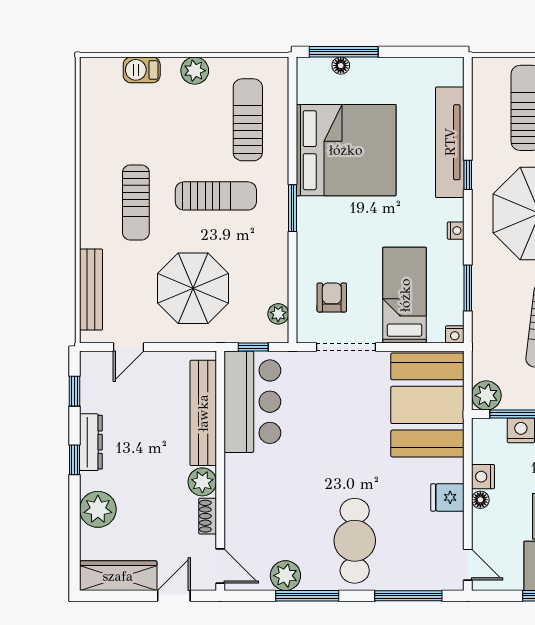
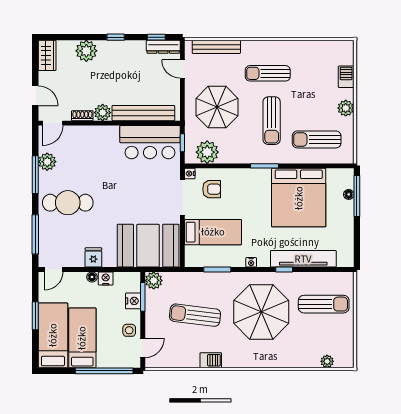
sun lounger: (248, 120) -> (317, 139), turned 180
plant: (278, 314) -> (207, 152), width x1.87, depth x1.87
nightstand: (455, 334) -> (190, 174), moved
dresser: (91, 442) -> (163, 47), moved
wardrobe: (118, 576) -> (47, 55), width x0.67

